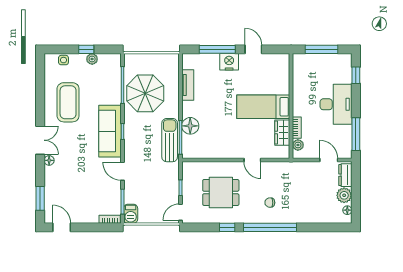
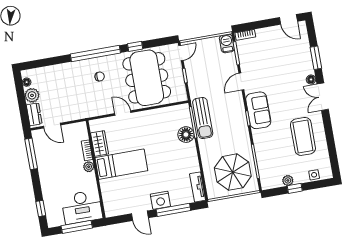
tv unit: (188, 85) -> (198, 187), moved
parasol: (145, 93) -> (233, 172), moved
desk: (336, 104) -> (82, 207), moved, turned -90
sofa: (110, 131) -> (258, 110), width x0.73
plant: (298, 145) -> (89, 167), moved
door: (122, 171) -> (241, 81), swing flipped
dining table: (221, 192) -> (147, 78), width x1.88, depth x1.24
window: (40, 198) -> (316, 58), moved

